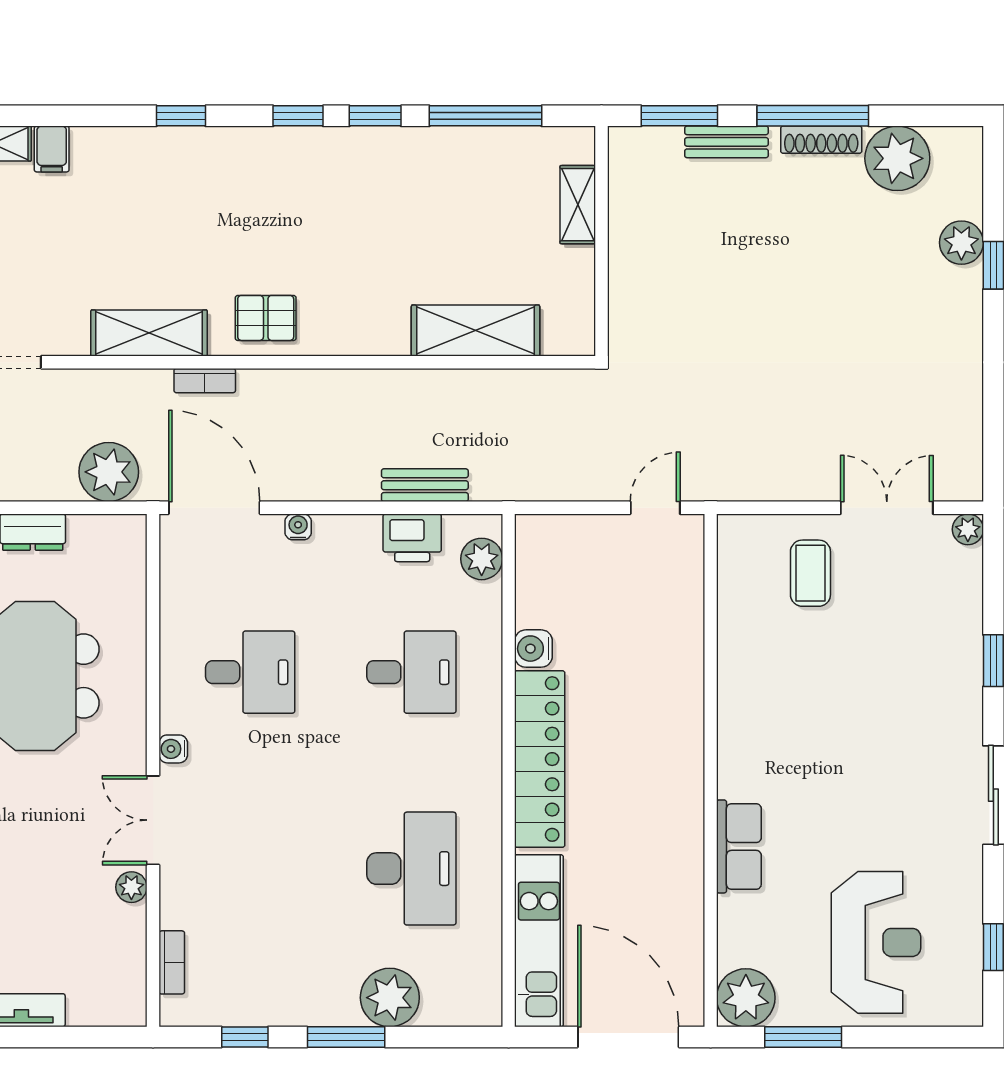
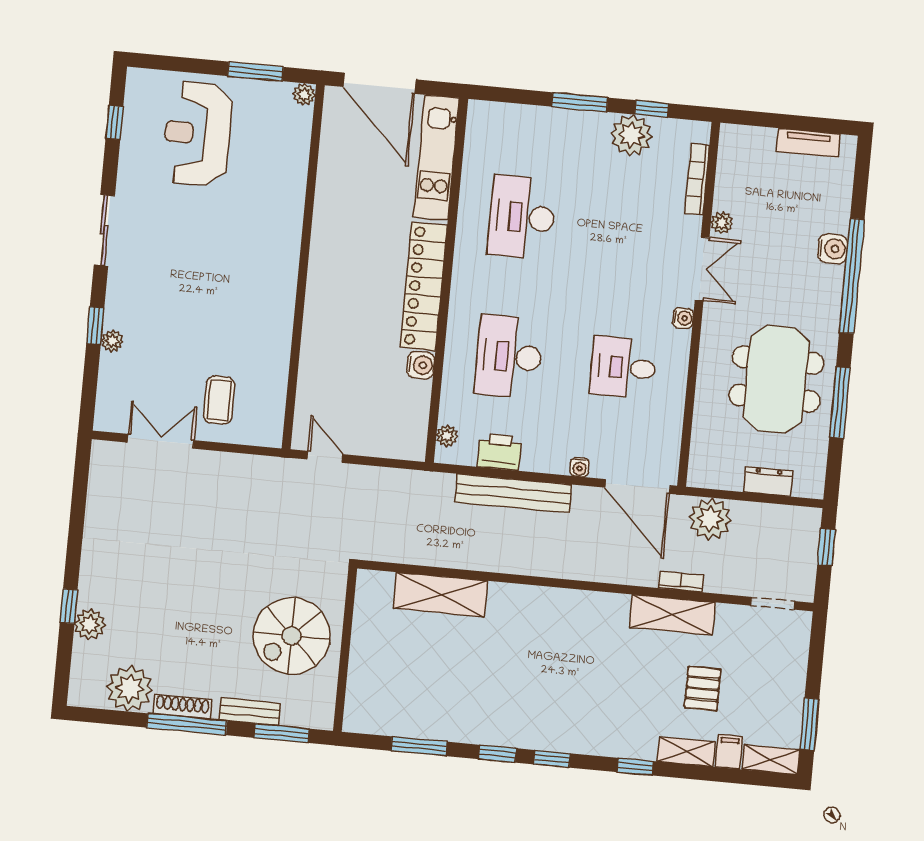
window: (486, 116) -> (419, 746), width x0.69
shelving: (578, 205) -> (686, 752), moved, turned 90
spiral stairs: (678, 253) -> (292, 636), added
pallet: (266, 318) -> (703, 689), moved, turned 90
bookcase: (205, 381) -> (681, 582), moved
bench: (425, 485) -> (513, 493), width x1.86, depth x1.21
door: (655, 508) -> (325, 457), swing flipped
double door: (887, 508) -> (161, 441), swing flipped
plant: (968, 529) -> (112, 341), moved
plant: (482, 559) -> (447, 436), width x0.73, depth x0.73
desk: (411, 672) -> (509, 357), width x1.37
row of seats: (739, 846) -> (288, 211), removed
bookcase: (172, 962) -> (697, 179), width x1.56
plant: (390, 998) -> (631, 135), moved
plant: (746, 998) -> (304, 94), width x0.53, depth x0.53

